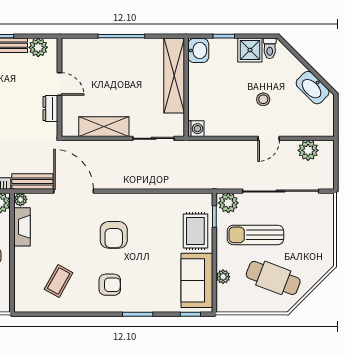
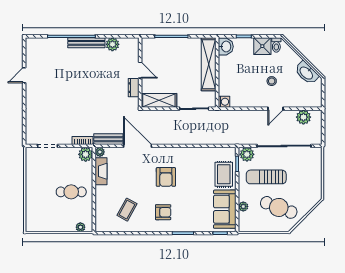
door: (60, 84) -> (140, 70), moved
wall: (60, 87) -> (140, 73), moved
dresser: (50, 109) -> (134, 88), moved

